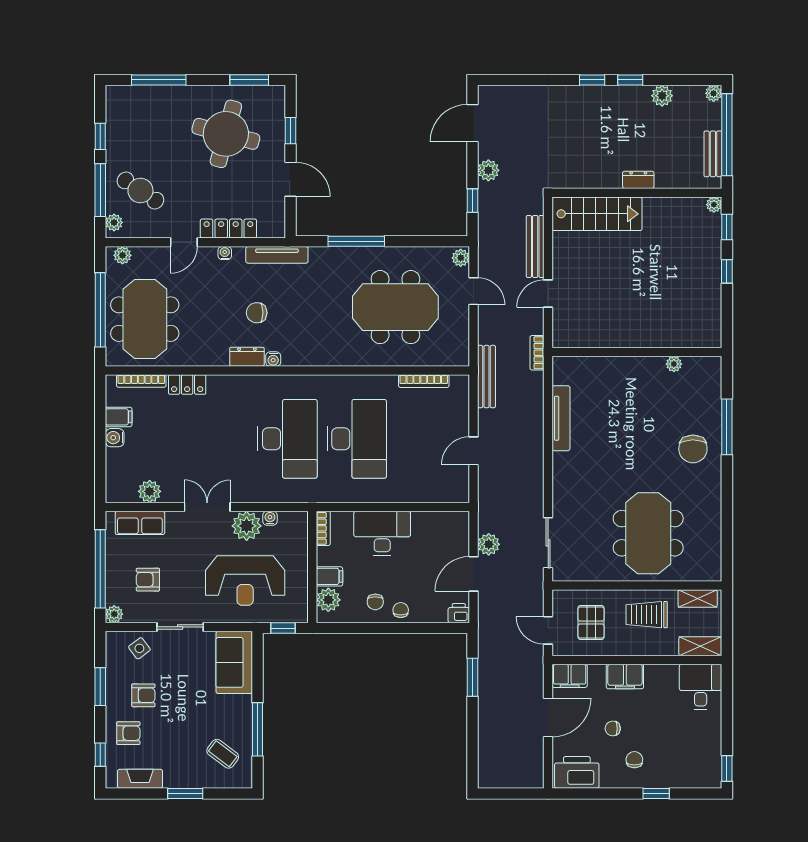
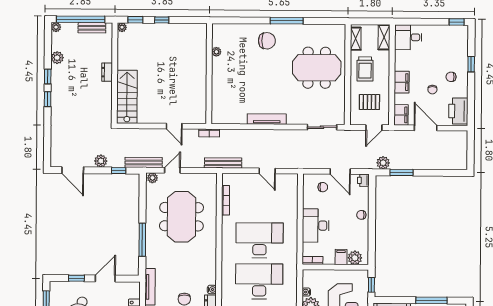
bench: (535, 246) -> (144, 162), moved
tv unit: (561, 418) -> (267, 119), moved
window: (727, 427) -> (287, 21), moved
plant: (489, 544) -> (383, 163), moved
chair: (375, 602) -> (323, 187), moved

